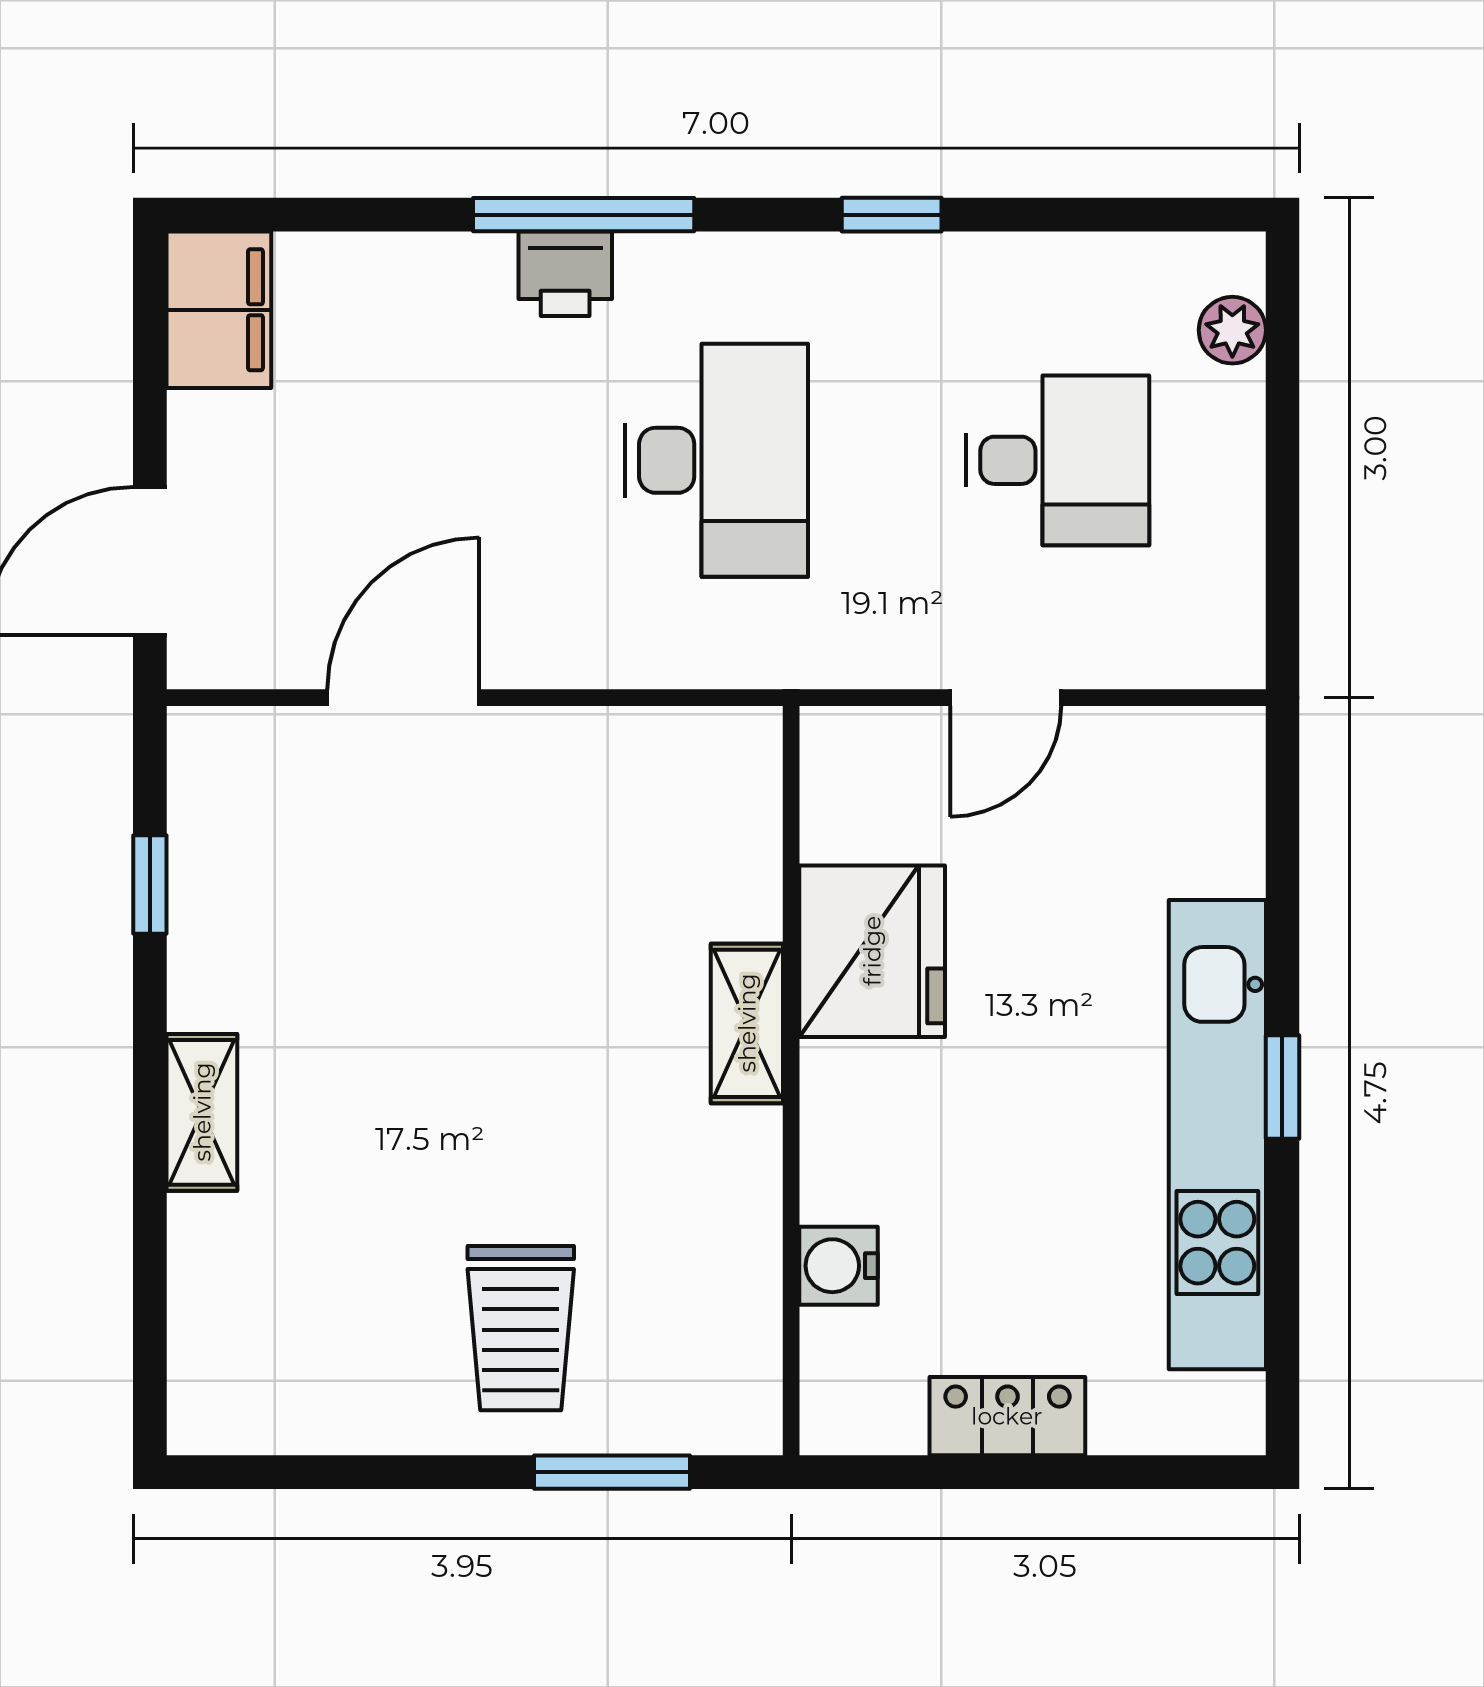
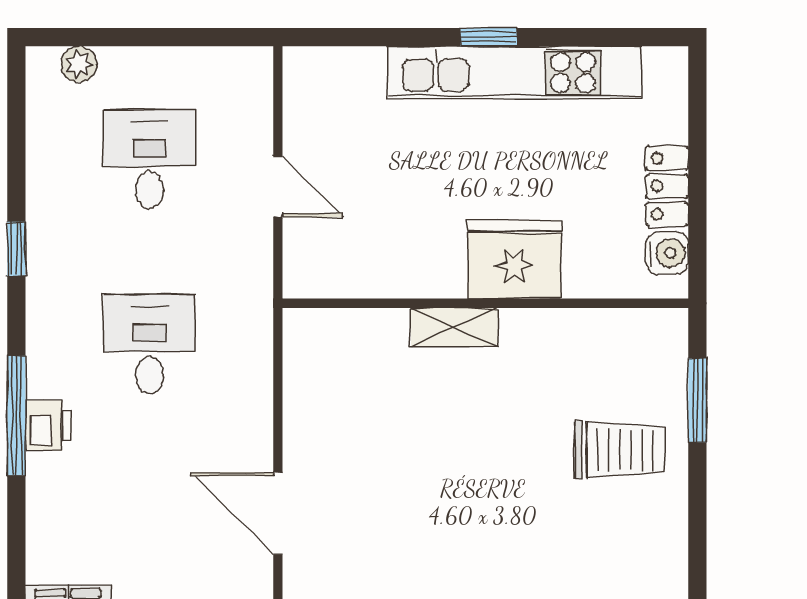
desk: (716, 460) -> (149, 344), width x0.73
fridge: (872, 951) -> (514, 259), moved
water cooler: (839, 1266) -> (667, 253), moved, turned -90

